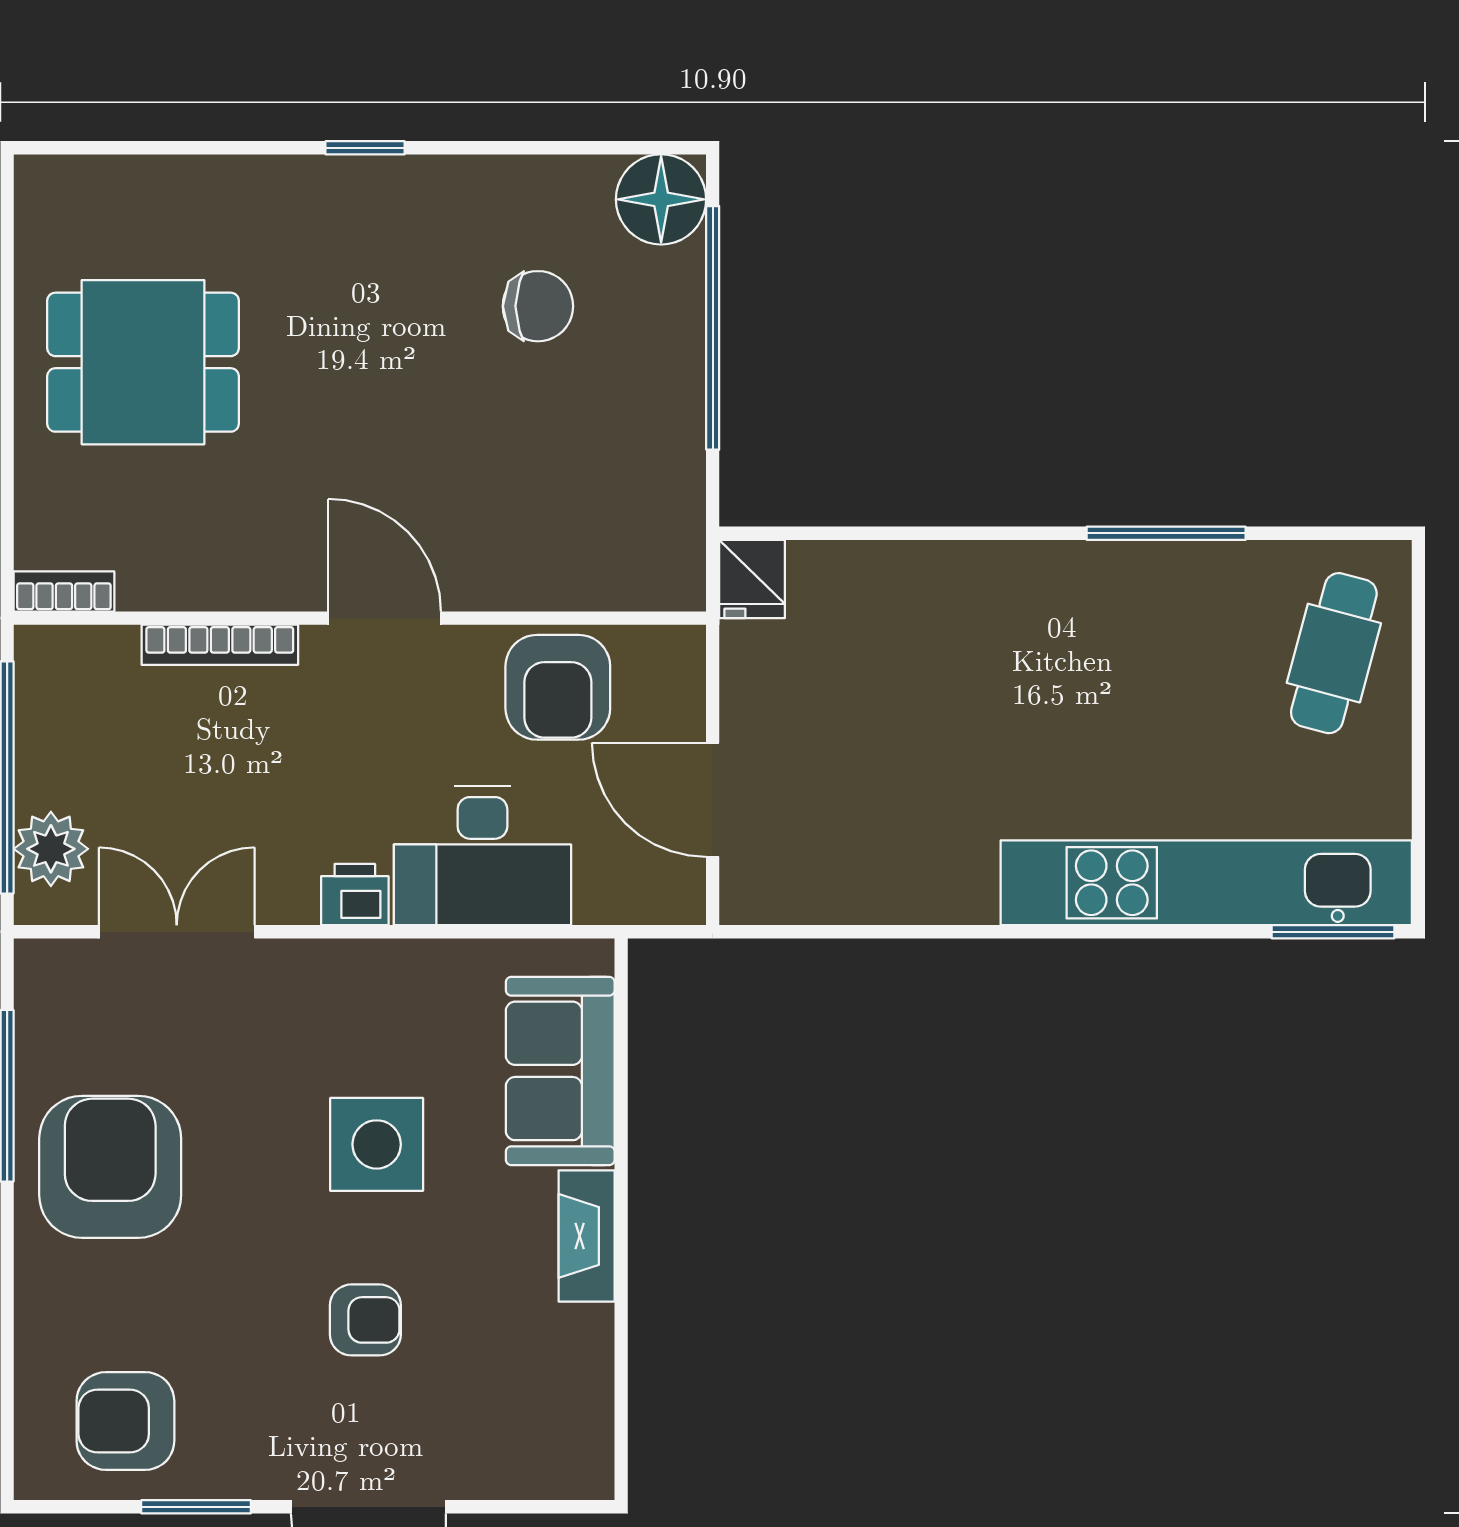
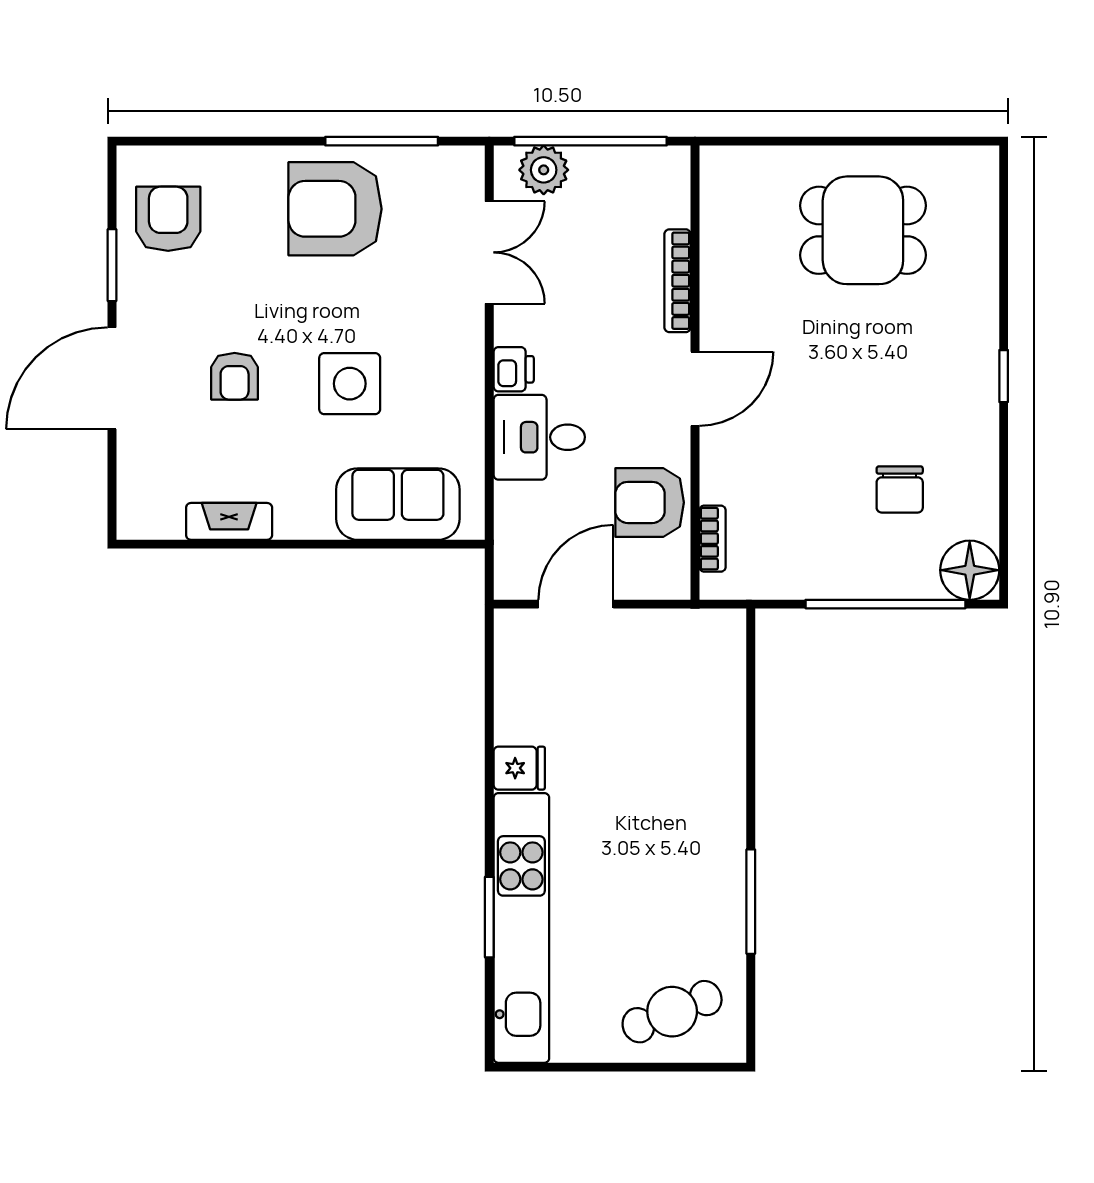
dining table: (143, 362) -> (863, 230), turned 90
fridge: (752, 579) -> (519, 768), moved, turned 180
bookcase: (64, 591) -> (712, 539), moved
cafe table: (1334, 653) -> (672, 1012), turned -37
desk: (482, 856) -> (539, 437), width x0.73
window: (1333, 932) -> (489, 917), moved
armchair: (110, 1167) -> (335, 209), turned 180
fireplace: (587, 1236) -> (229, 521), moved

